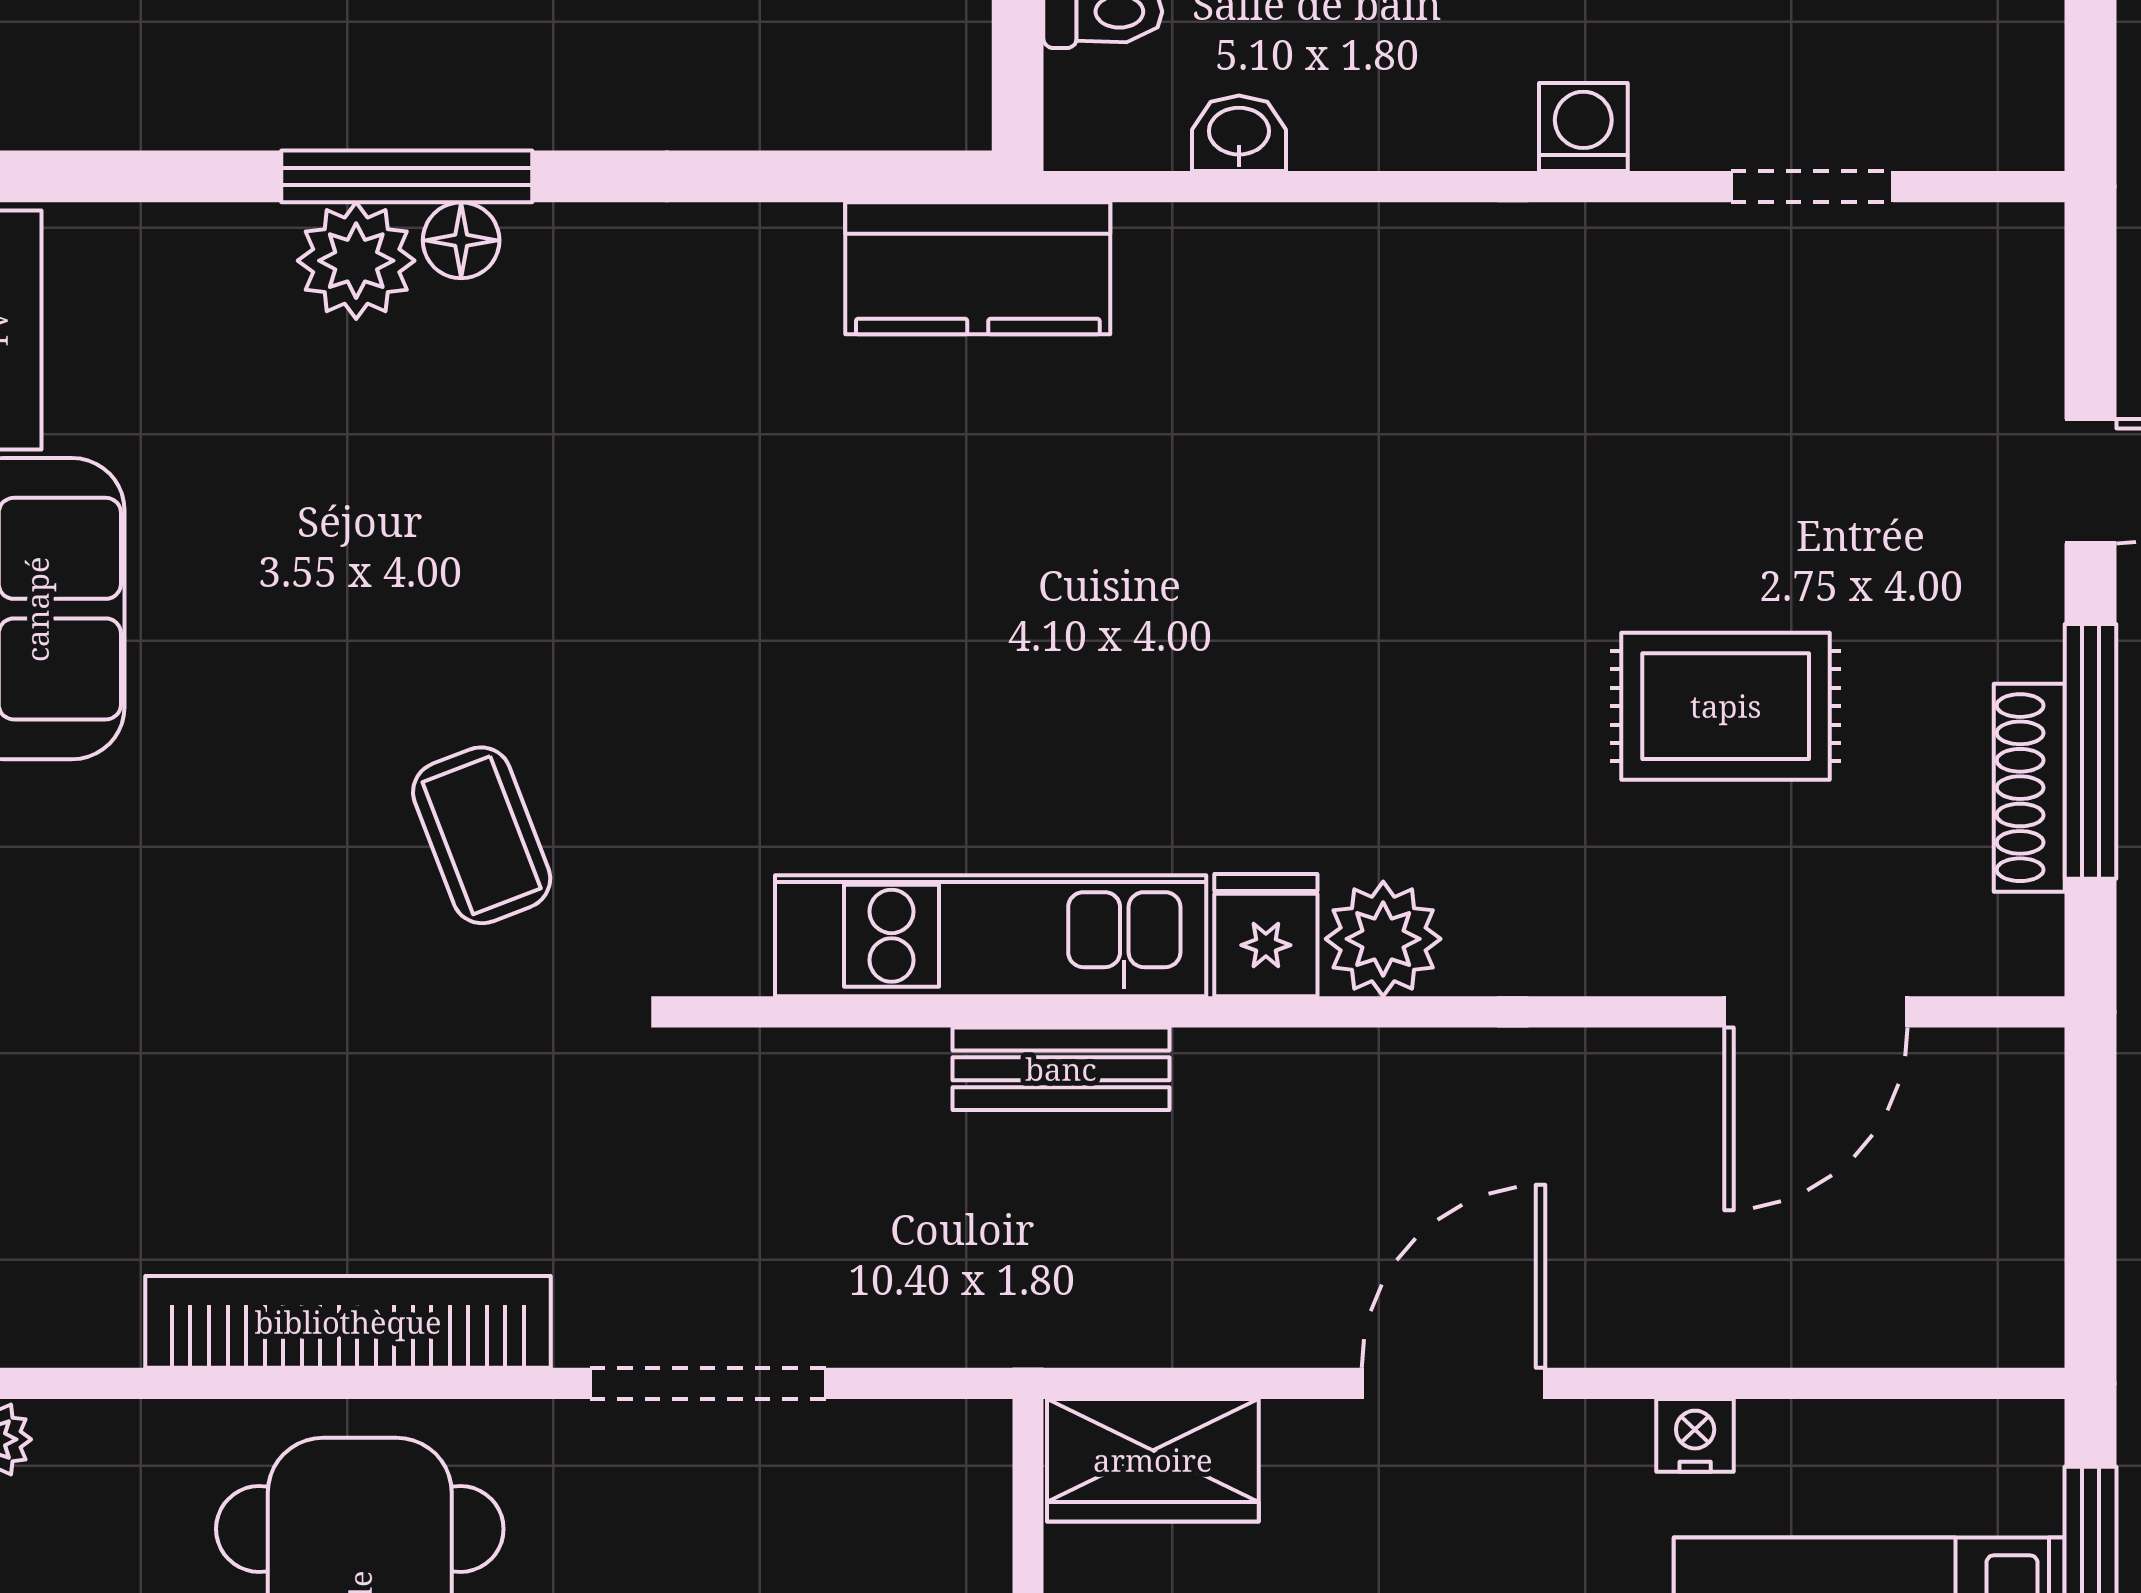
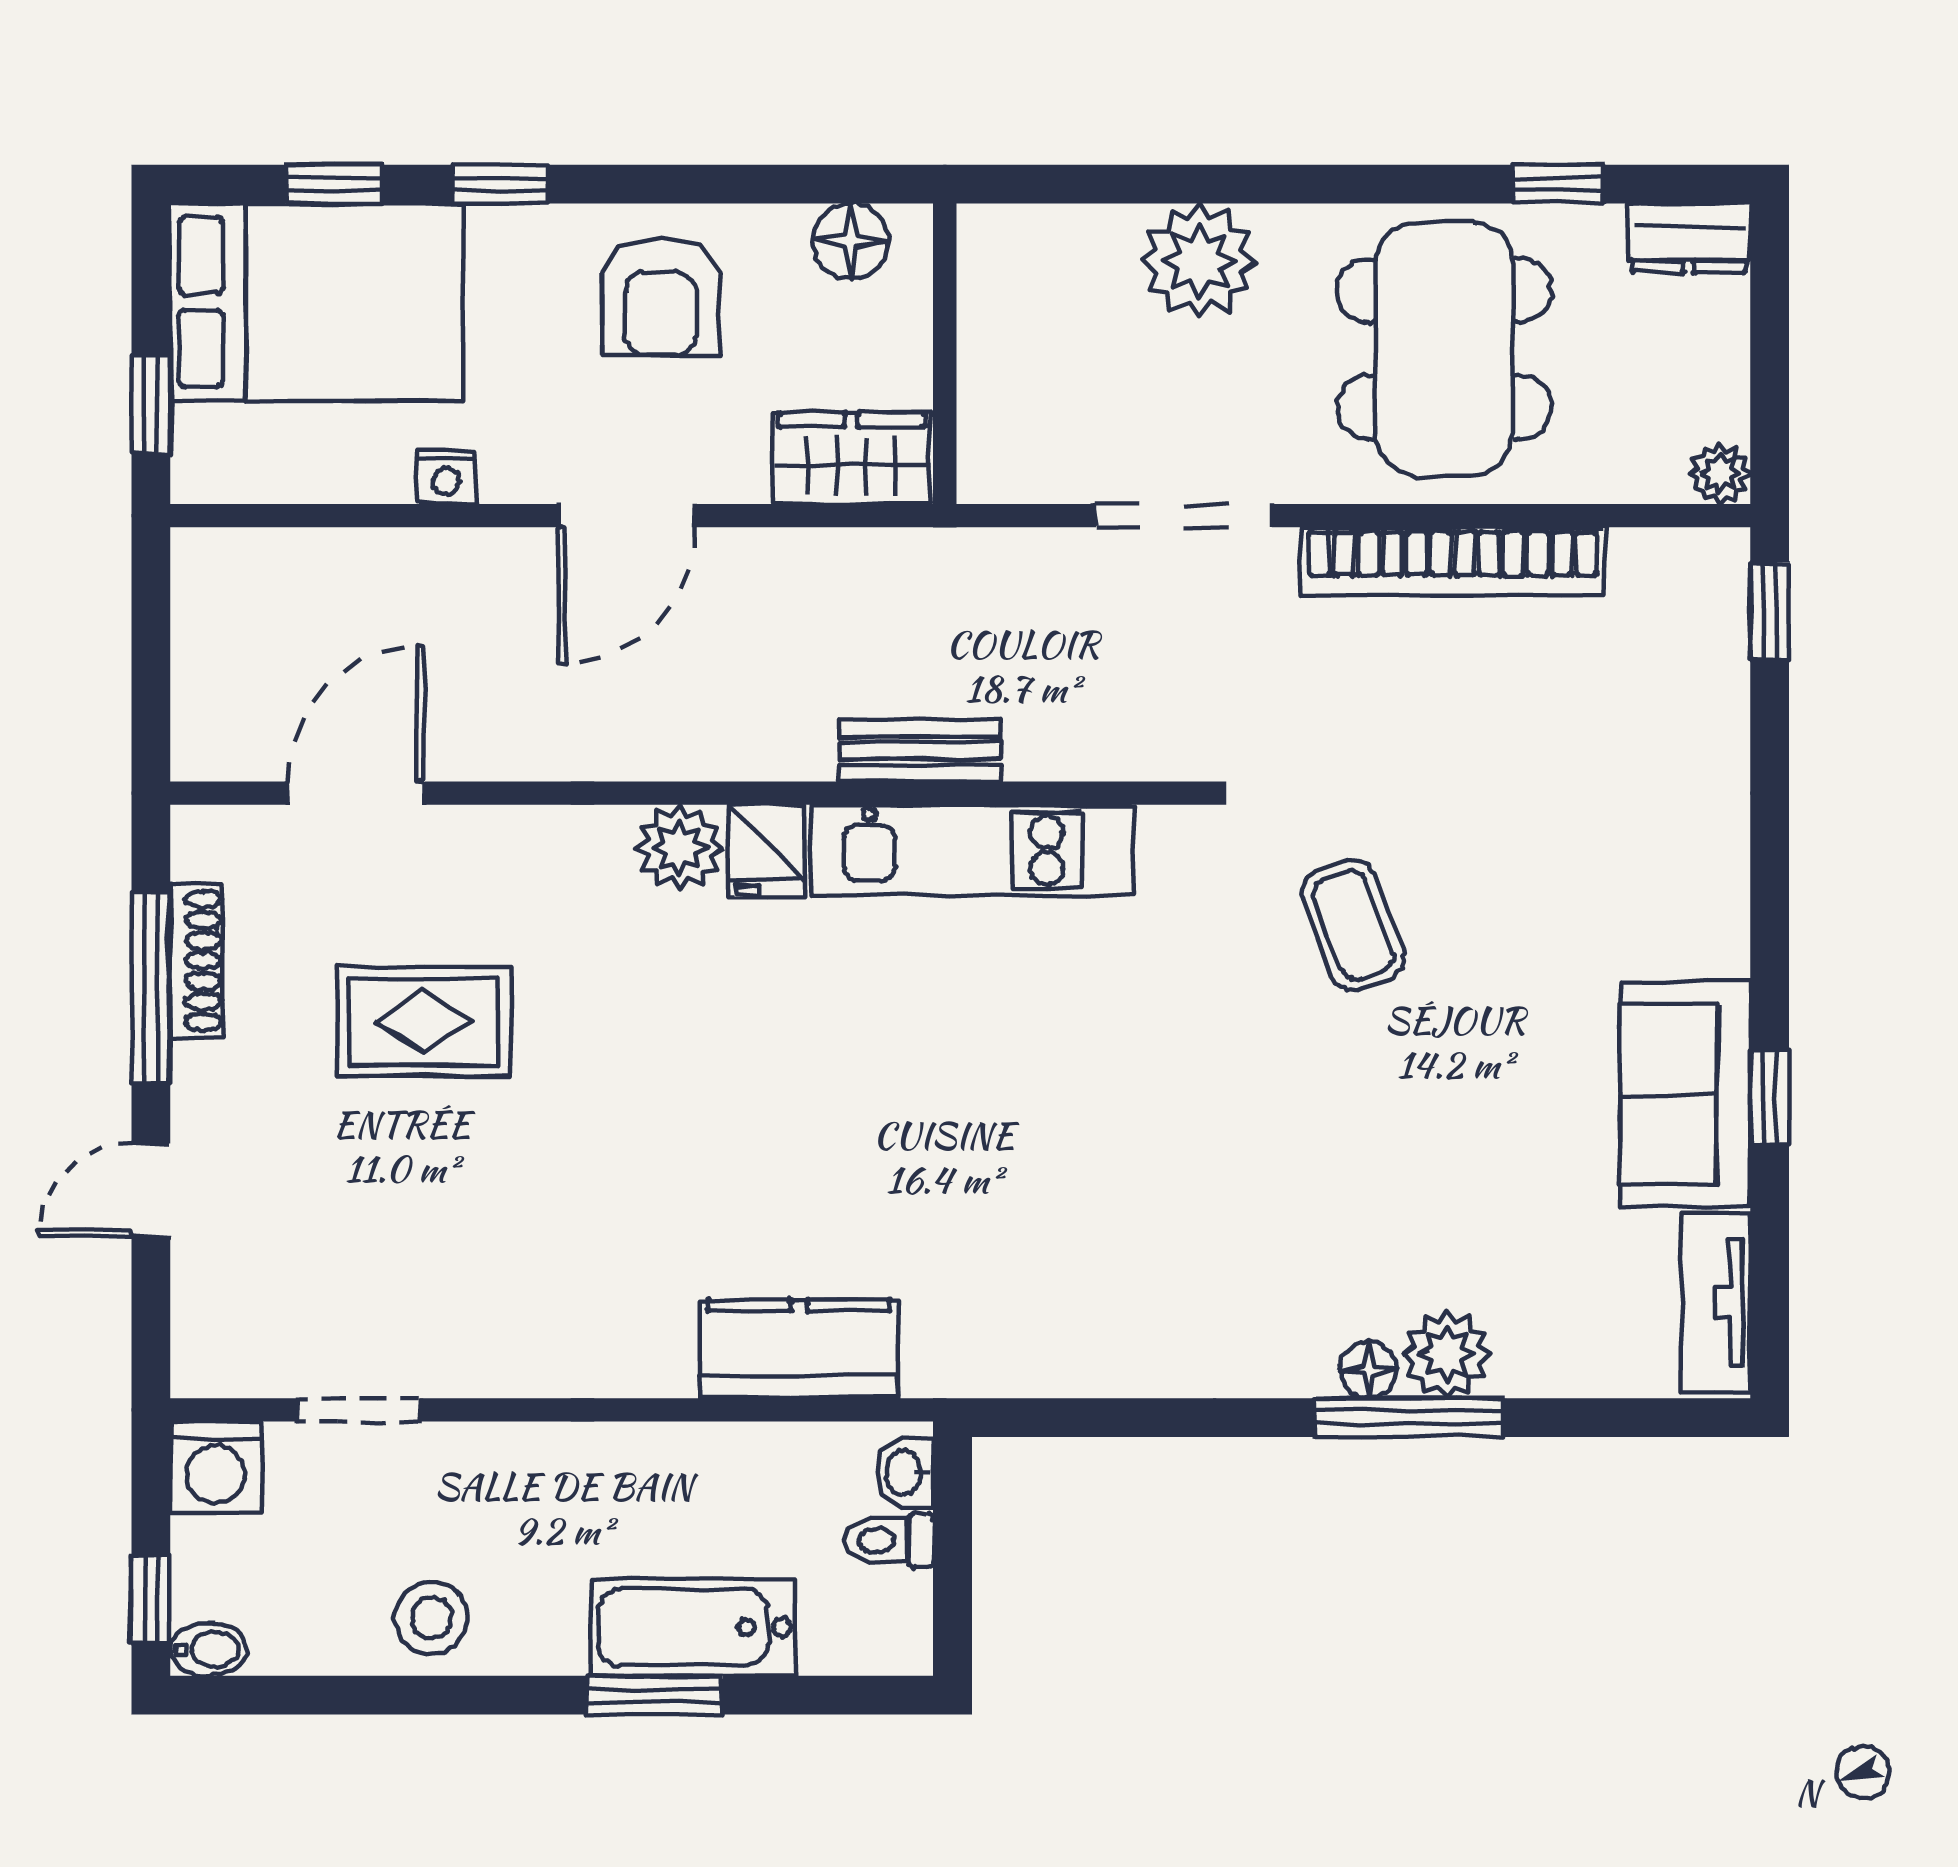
washing machine: (1583, 127) -> (216, 1467), moved, width x1.38, depth x1.38
washbasin: (1239, 133) -> (905, 1472), moved, turned 90
kitchen counter: (978, 268) -> (799, 1349), moved

